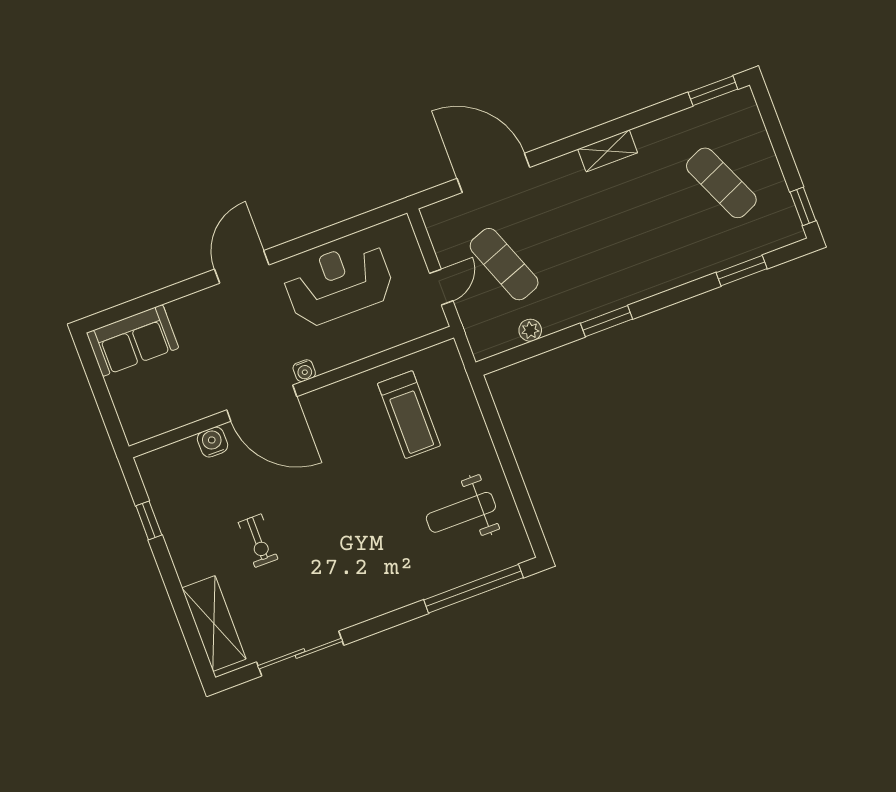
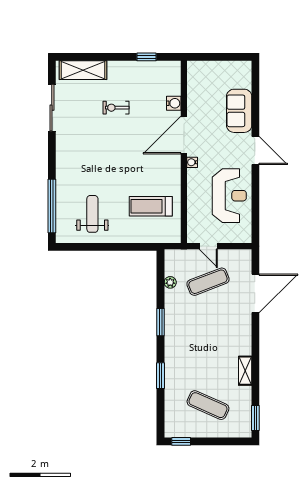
shelving: (608, 151) -> (245, 371), moved
exercise mat: (721, 183) -> (208, 405), turned 48
window: (742, 271) -> (160, 376), moved
sofa: (133, 340) -> (239, 111), moved

